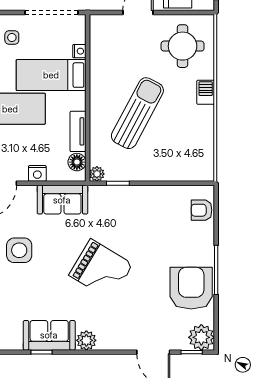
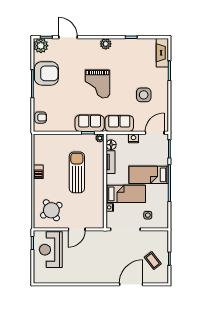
round table: (183, 46) -> (51, 210), turned -33
barbecue: (206, 92) -> (38, 172), moved
sun lounger: (137, 113) -> (77, 172), turned 152
grand piano: (101, 270) -> (97, 84), turned -121
armchair: (191, 288) -> (46, 73), turned -90
sofa: (49, 335) -> (90, 123), moved, turned 180

